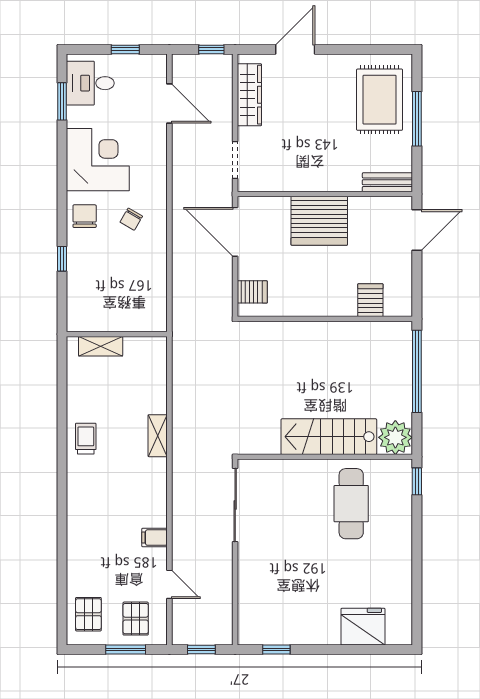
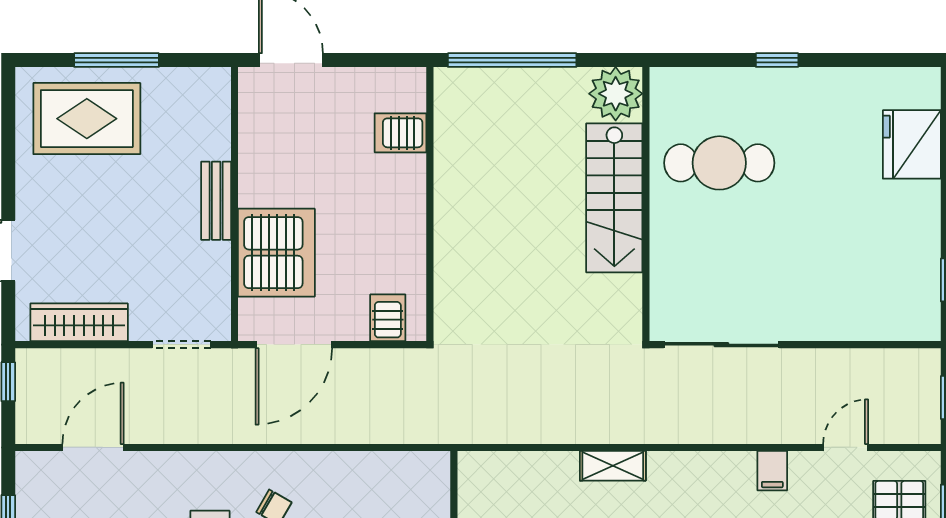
bench: (387, 182) -> (216, 201), moved
server rack: (319, 221) -> (276, 253), moved
window: (417, 481) -> (777, 60), moved

